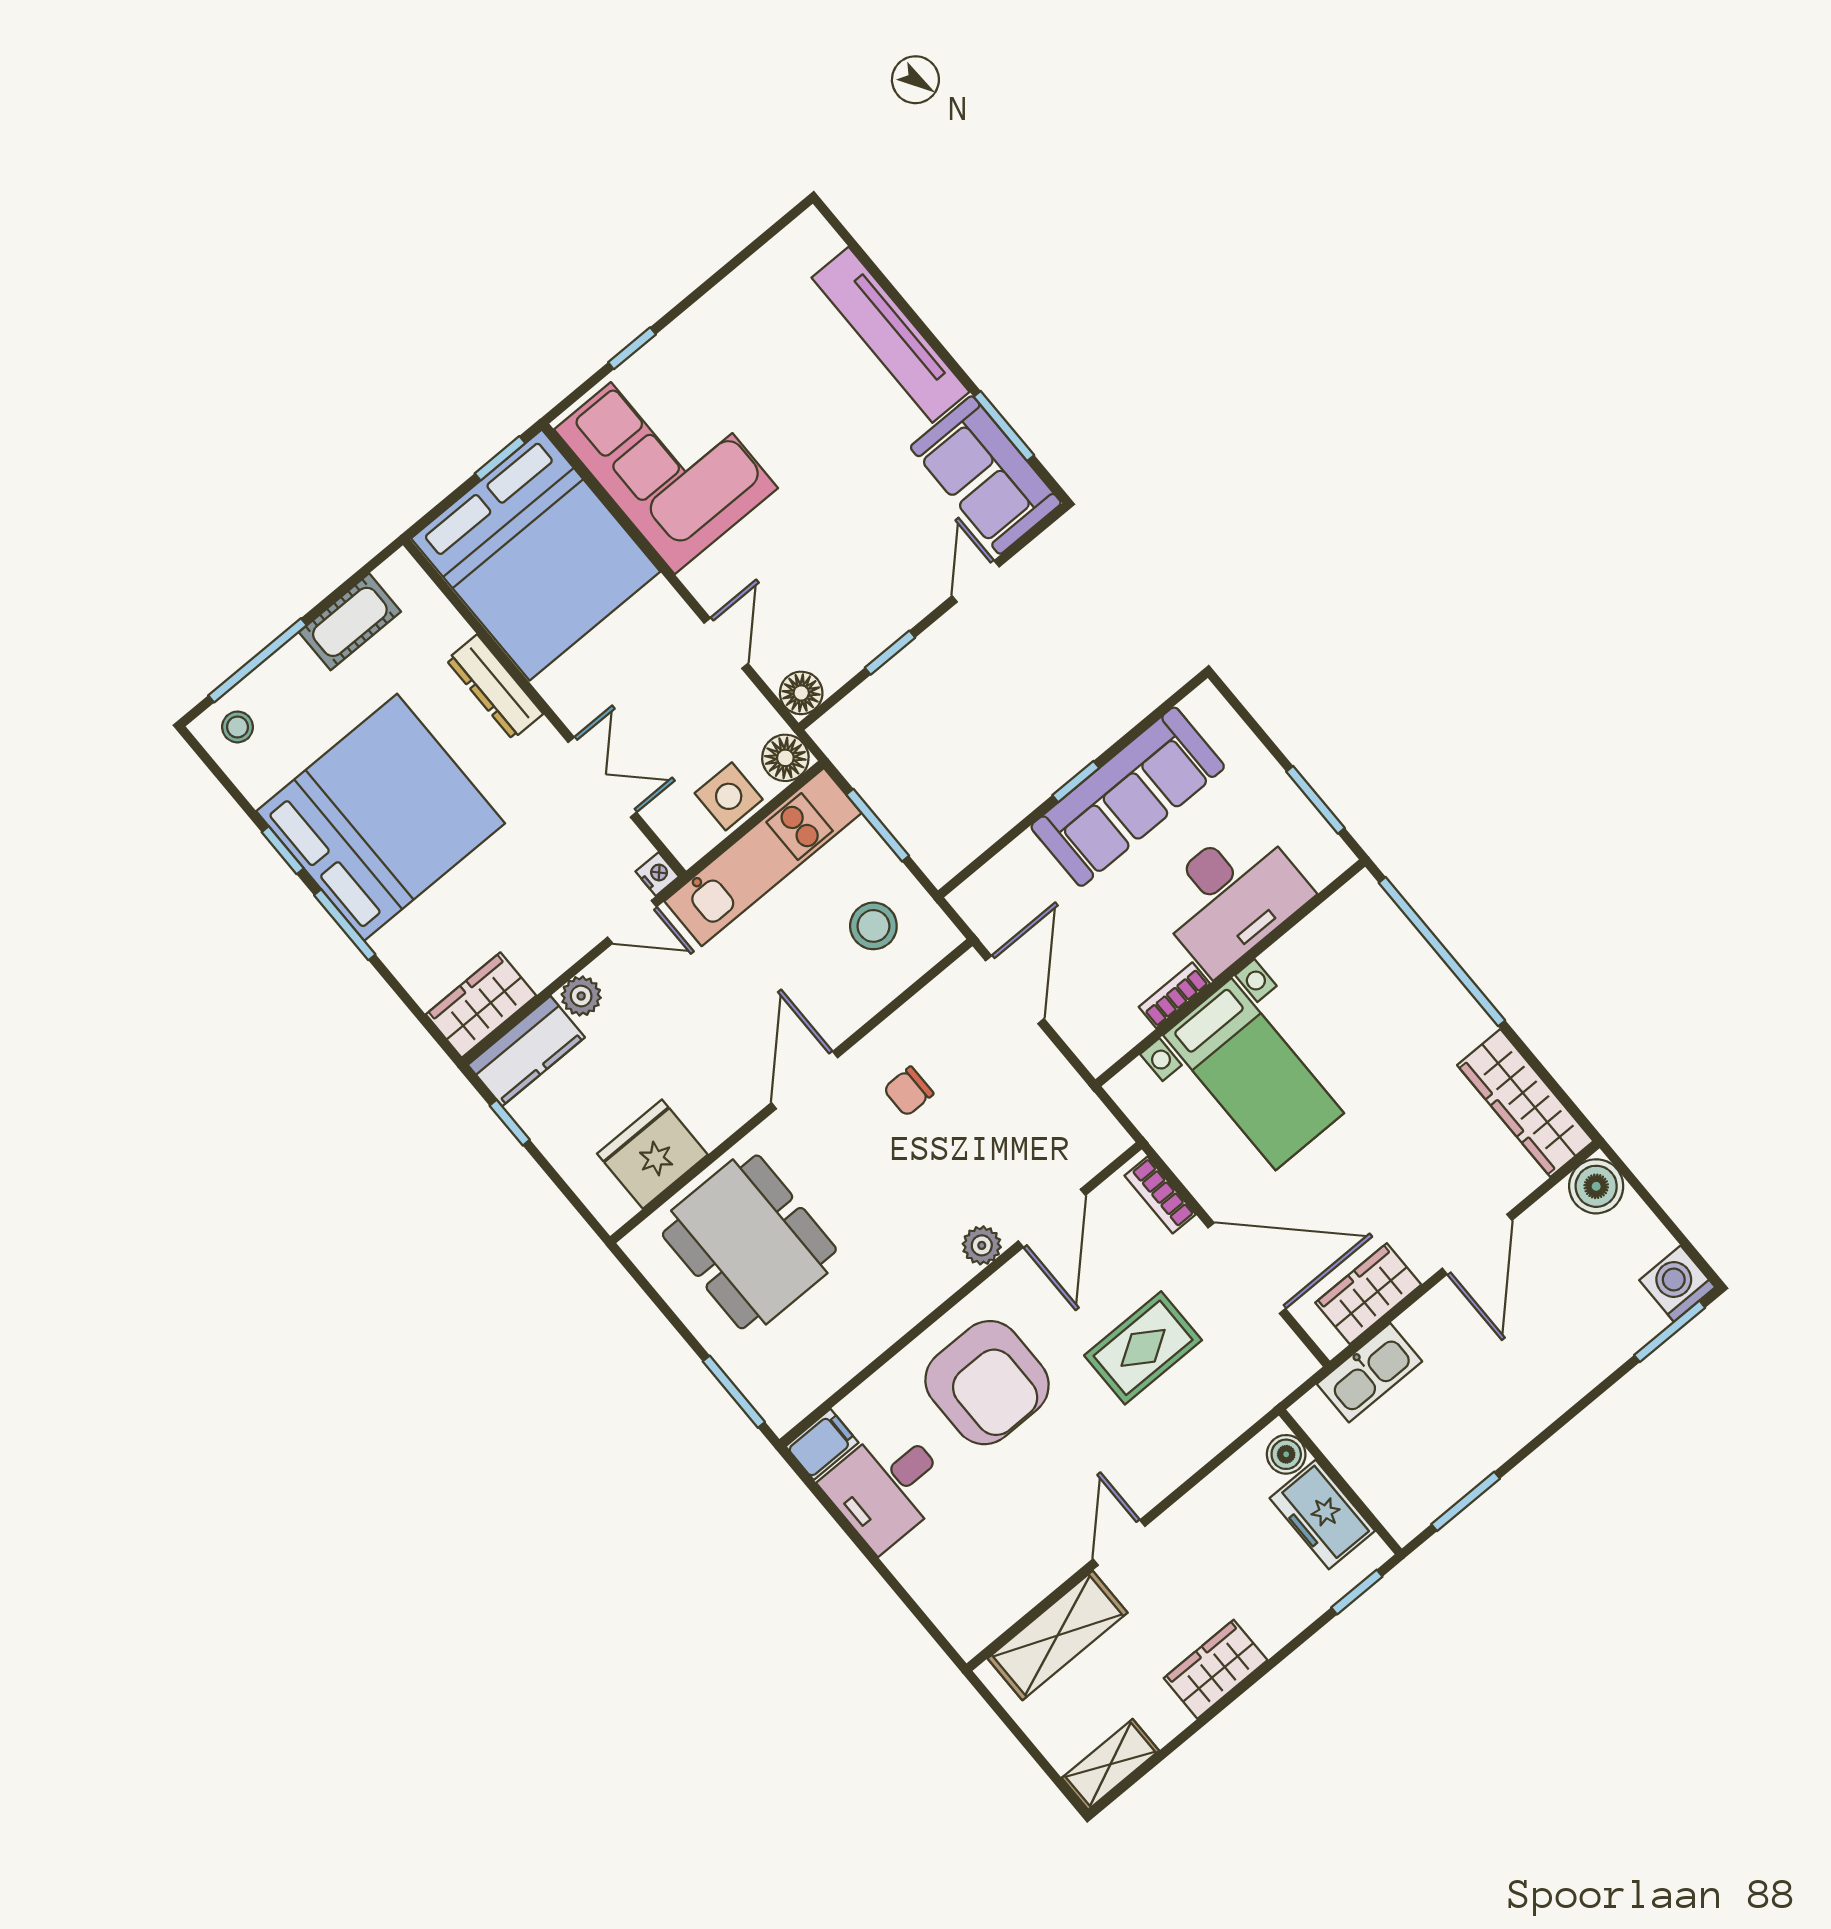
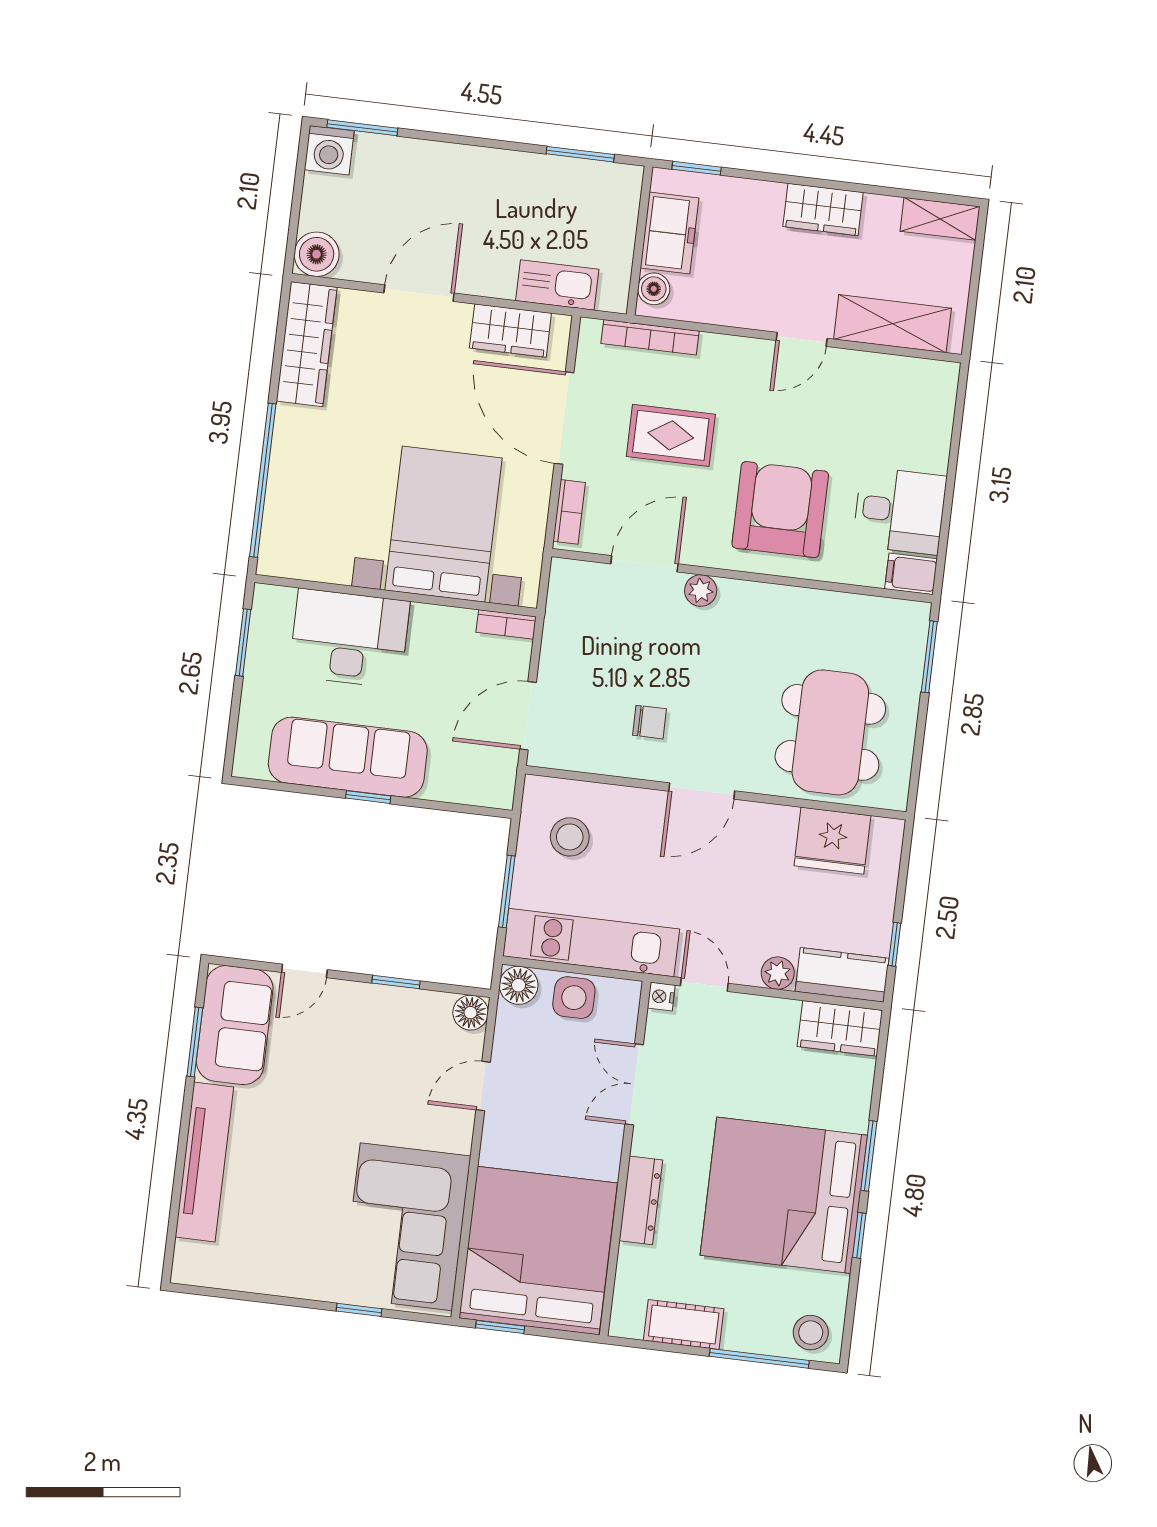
stool: (238, 727) -> (811, 1333), width x1.37, depth x1.37
bookcase: (1174, 995) -> (506, 624), moved
bed with nightstands: (1254, 1074) -> (443, 524), width x1.36
bookcase: (1247, 1411) -> (650, 337), added

